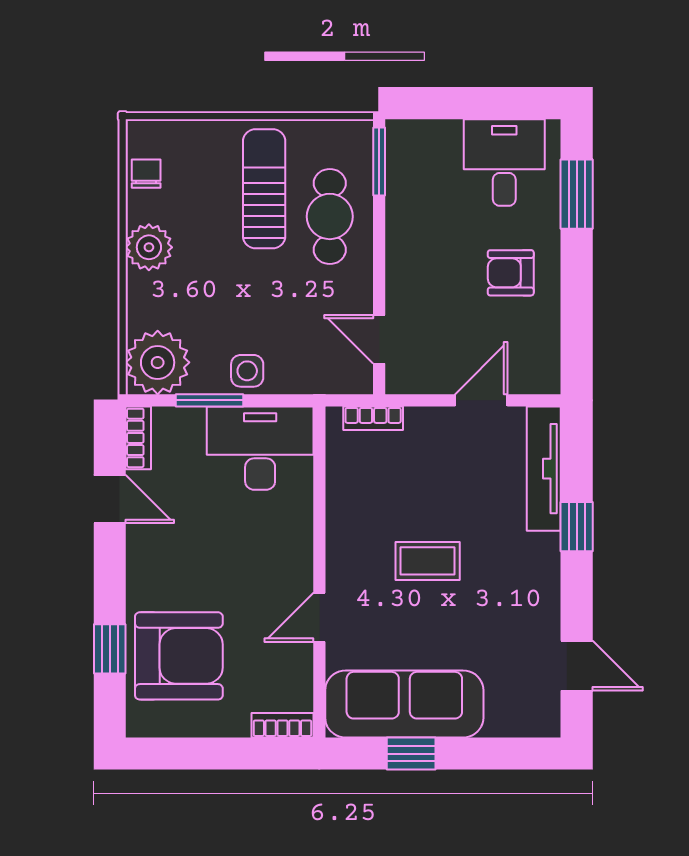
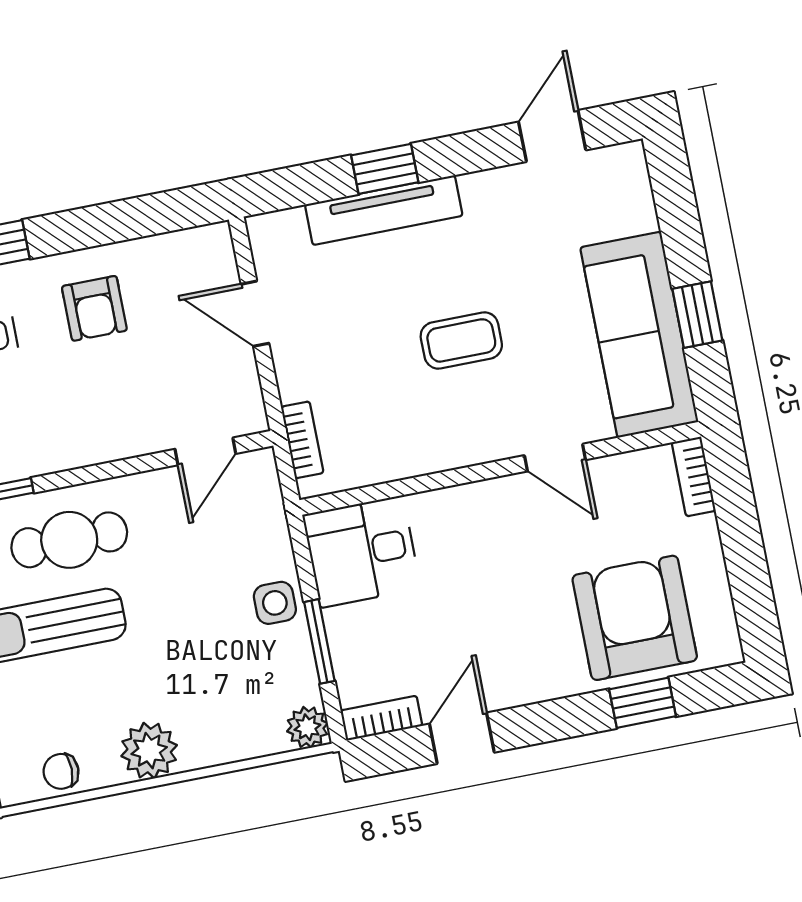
plant: (158, 362) -> (307, 727), width x0.53, depth x0.53
desk: (260, 448) -> (362, 552), width x0.73
tv unit: (544, 469) -> (384, 210), moved
coffee table: (428, 561) -> (461, 340), turned 90

